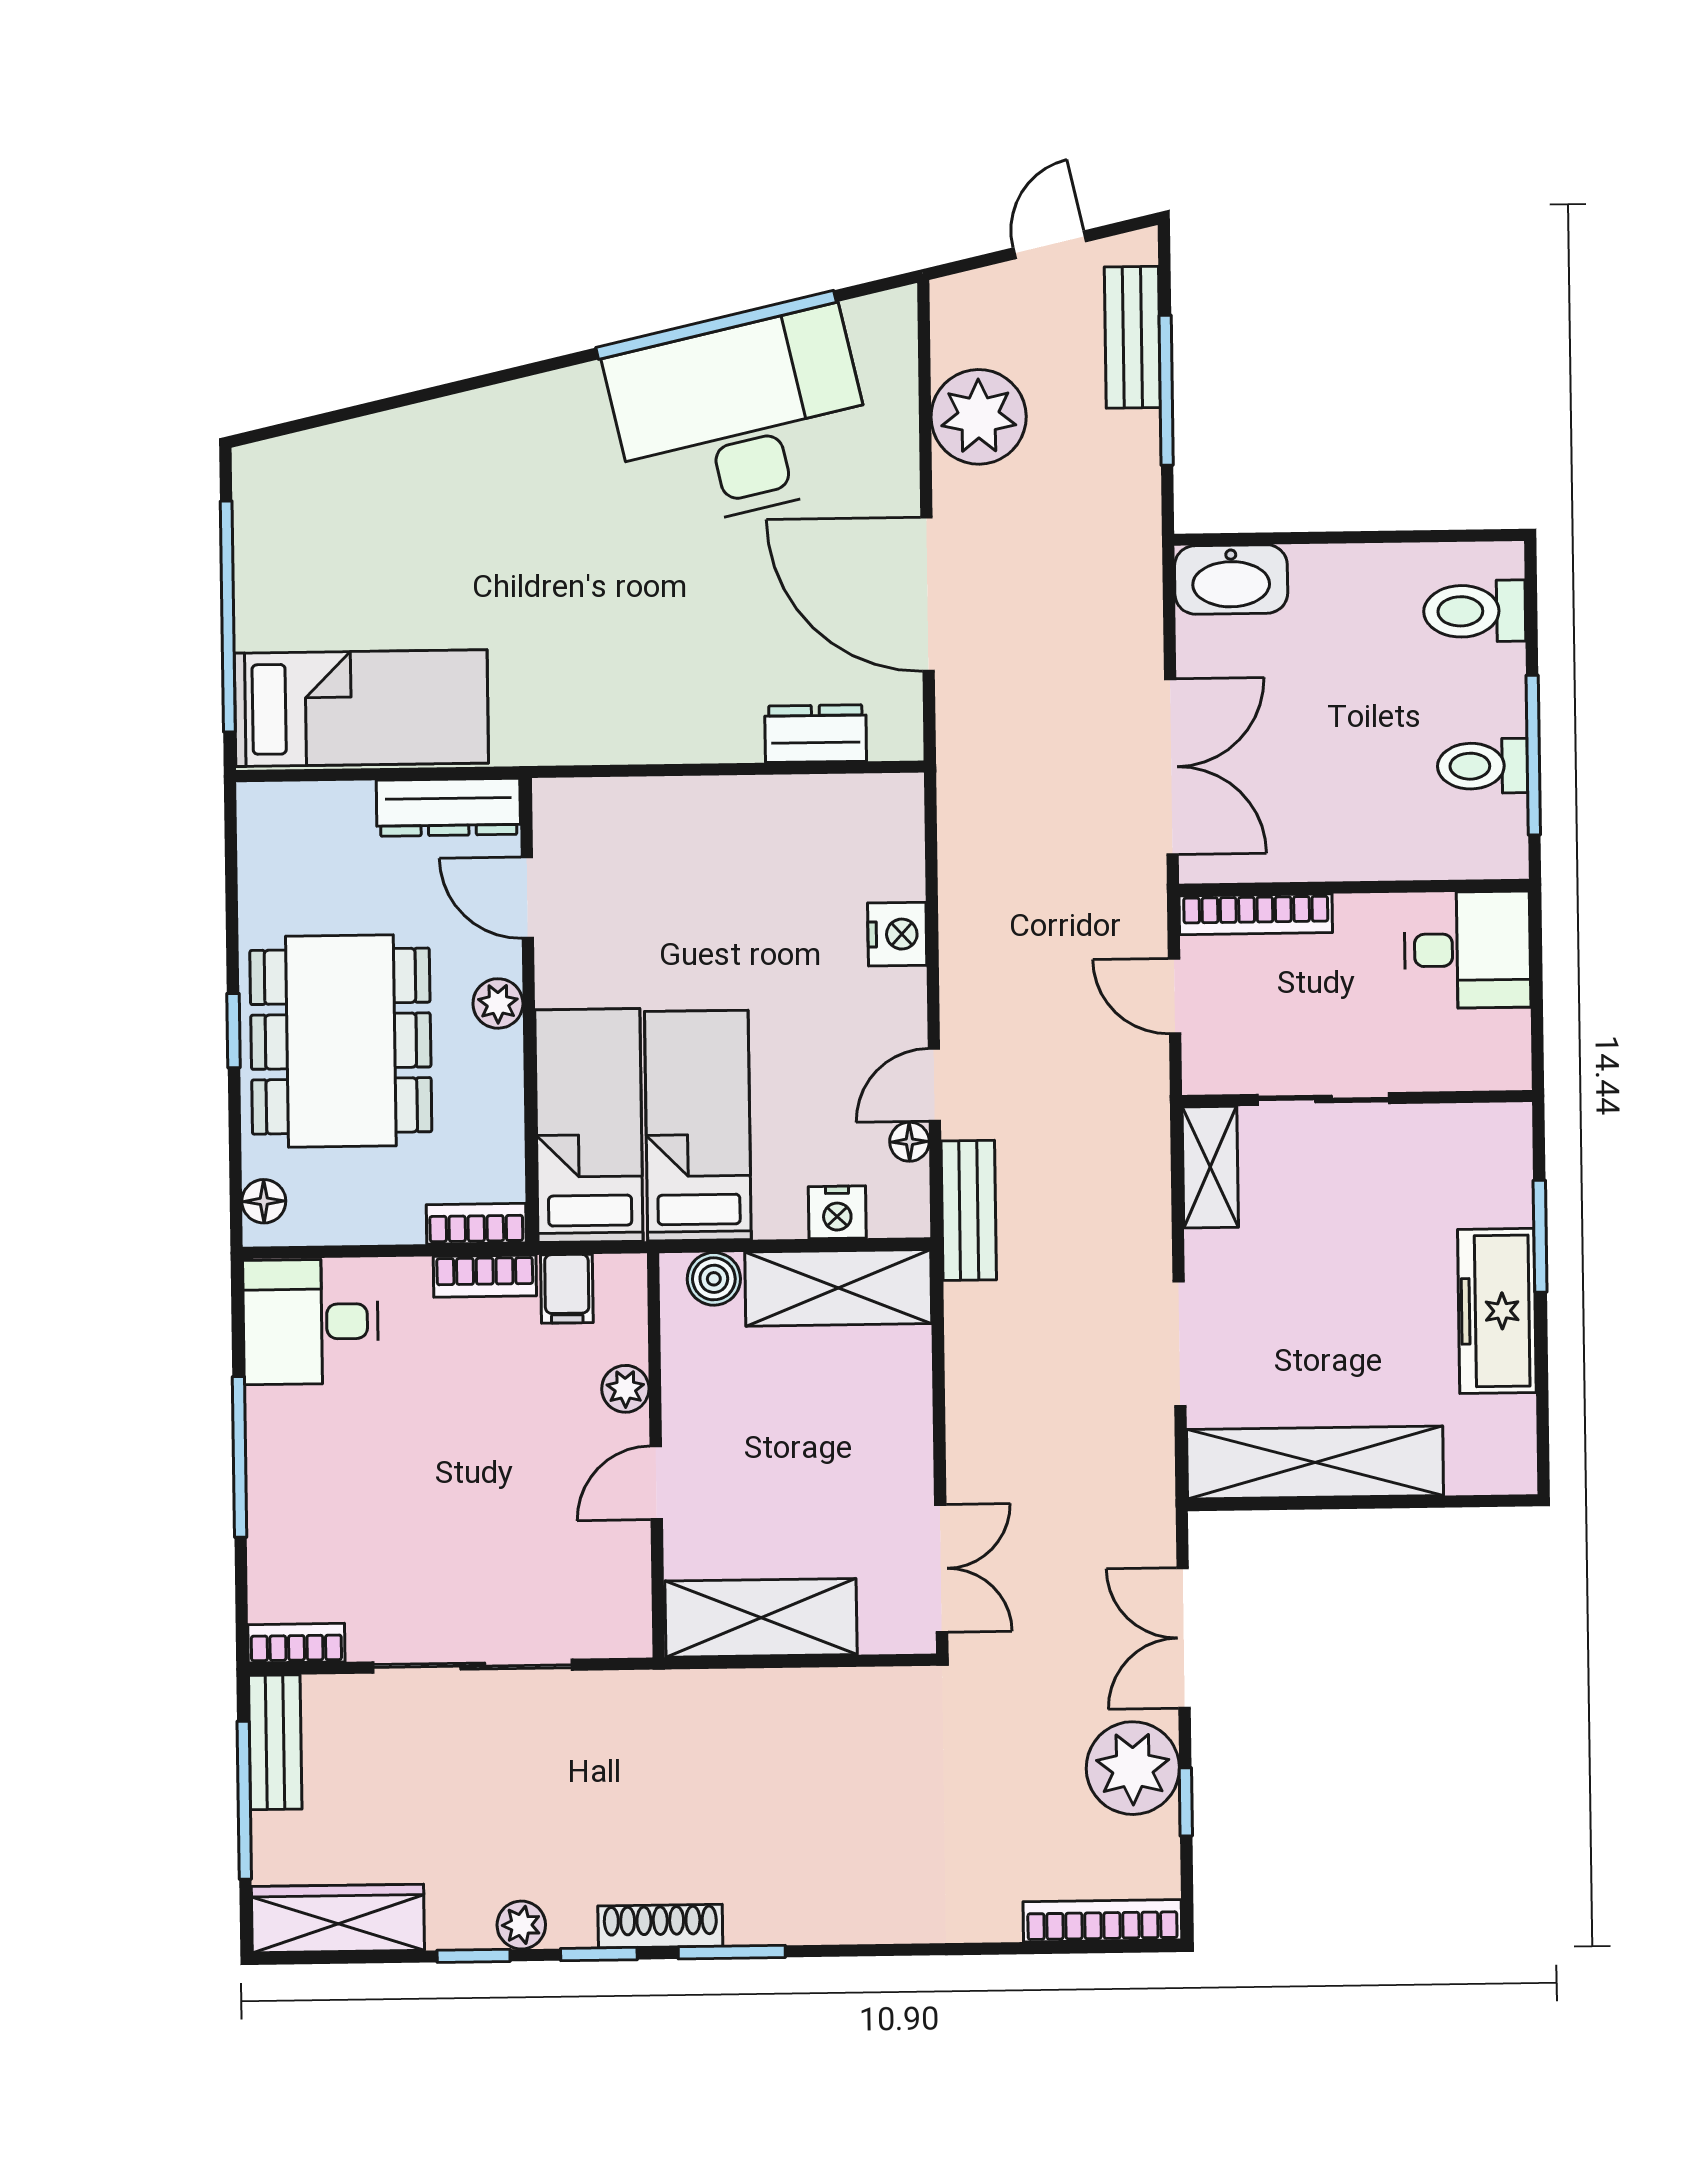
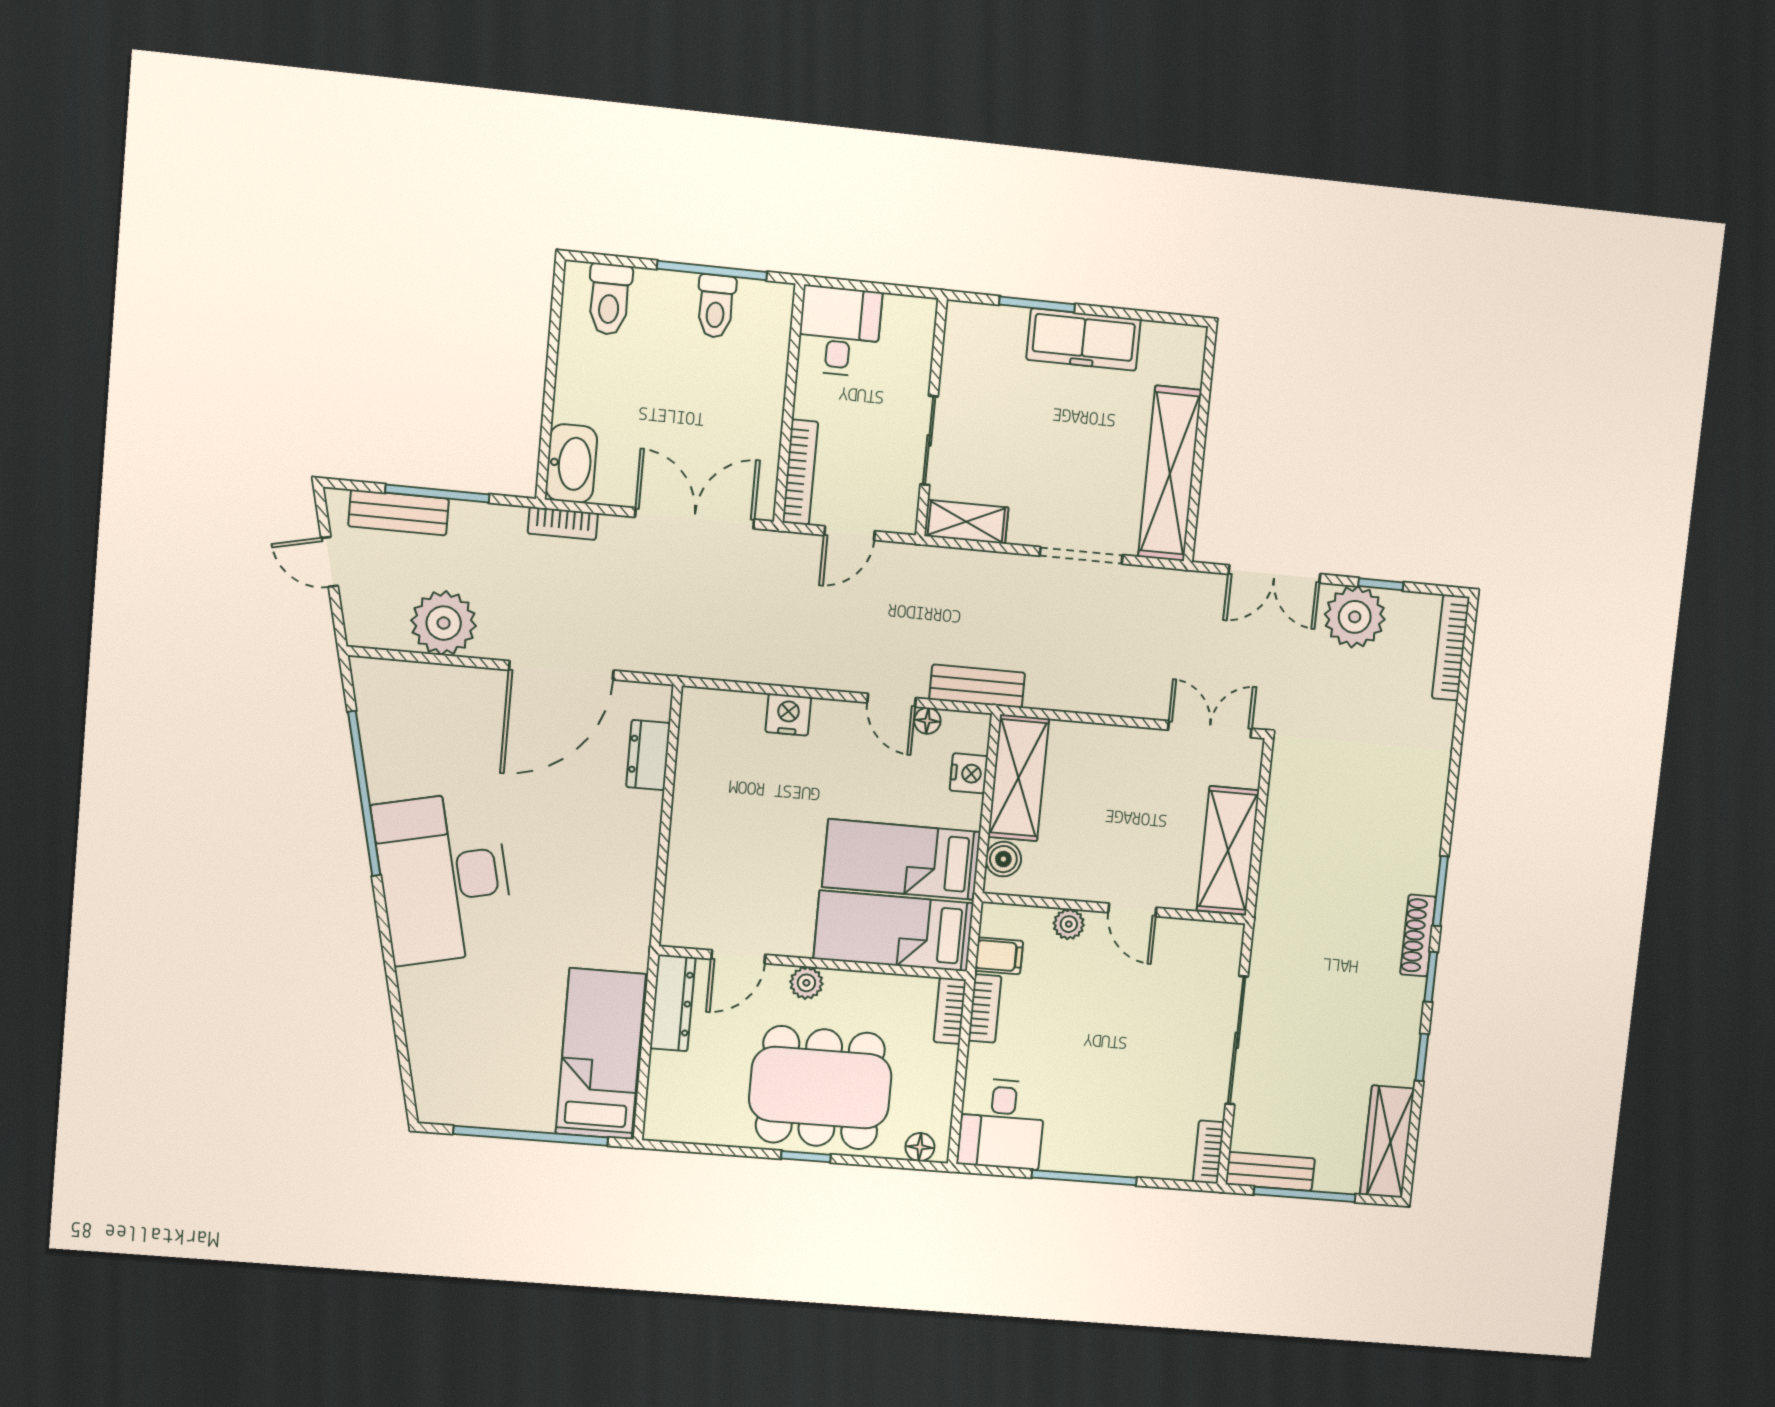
desk: (741, 419) -> (444, 878), moved
bookcase: (1143, 575) -> (563, 523), added
plant: (521, 1925) -> (1406, 1025), removed

